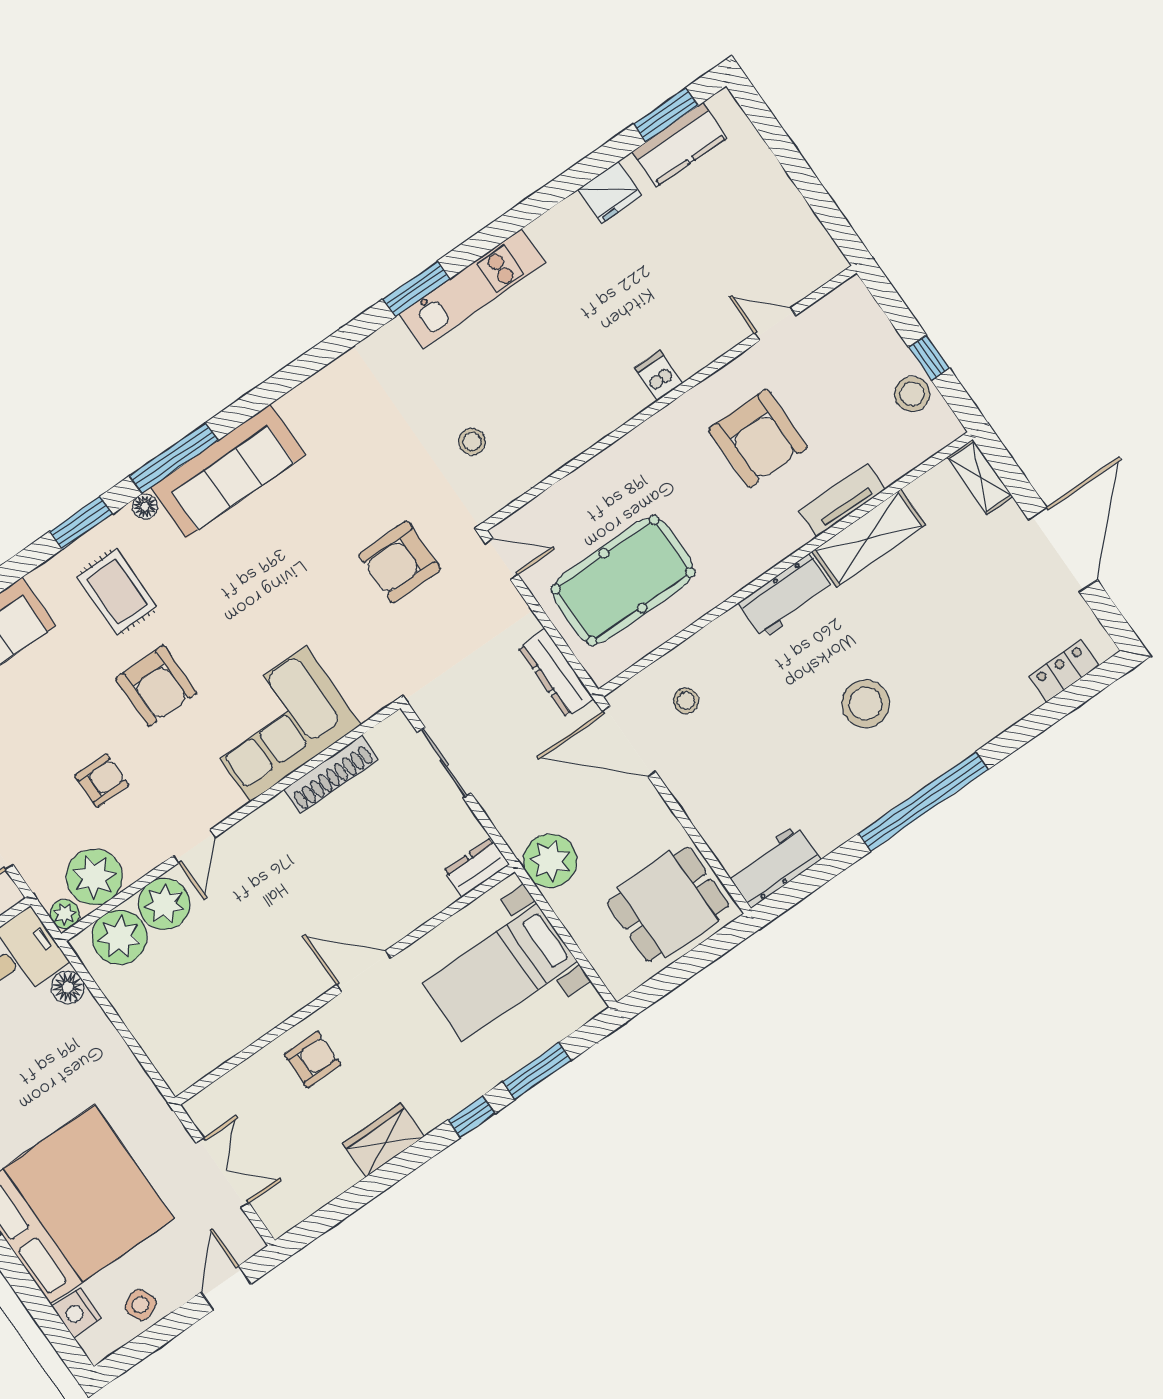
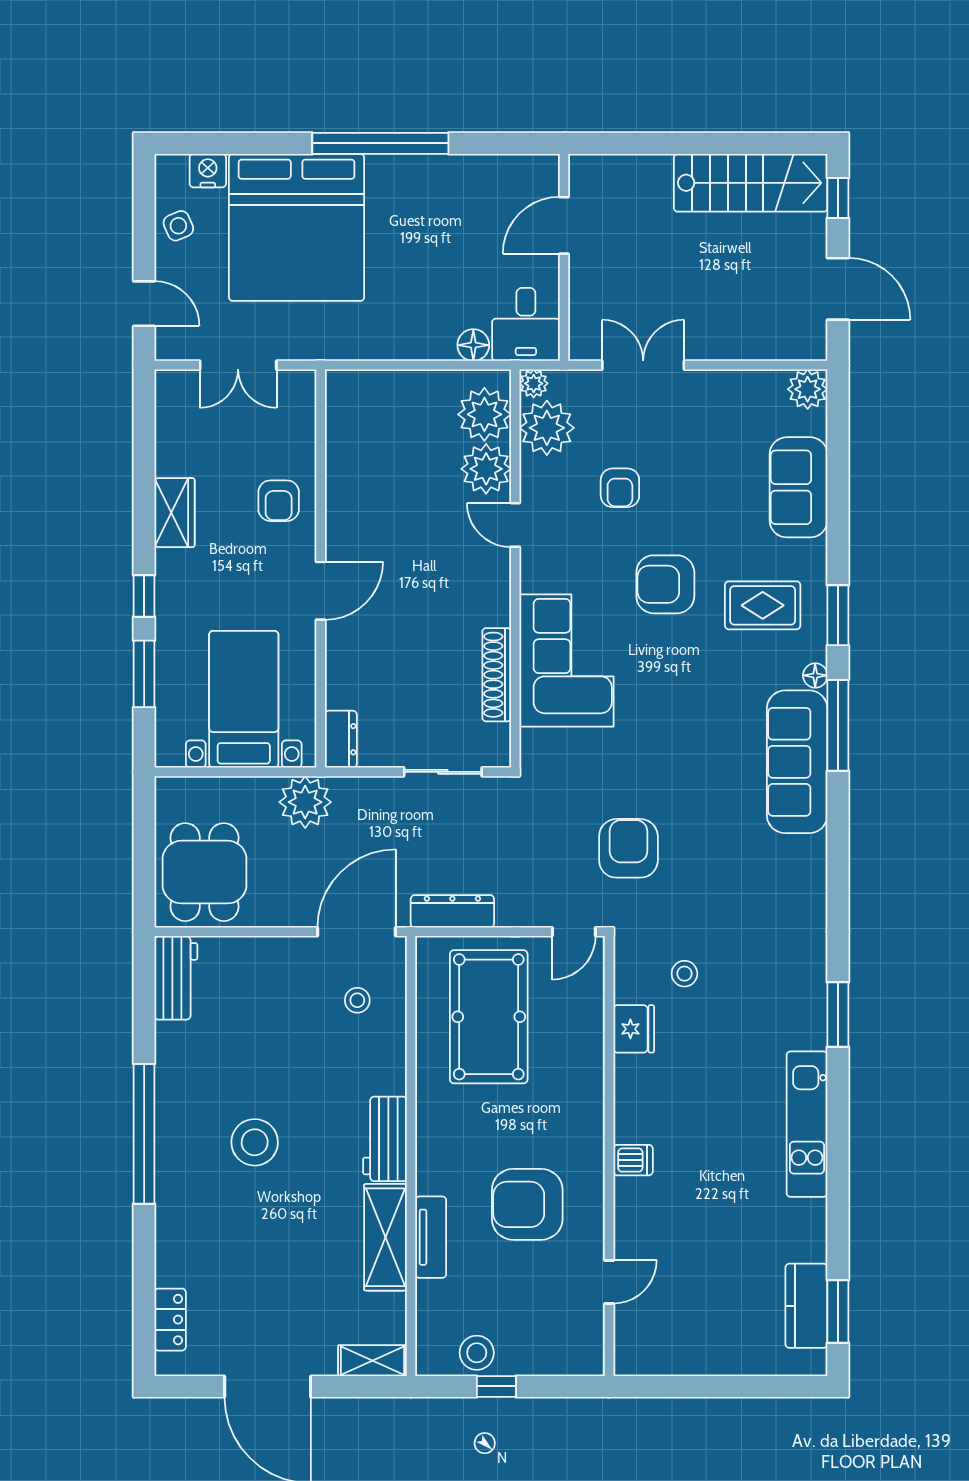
fridge: (610, 192) -> (634, 1029), moved, turned 180
kitchen unit: (472, 288) -> (807, 1124), moved

